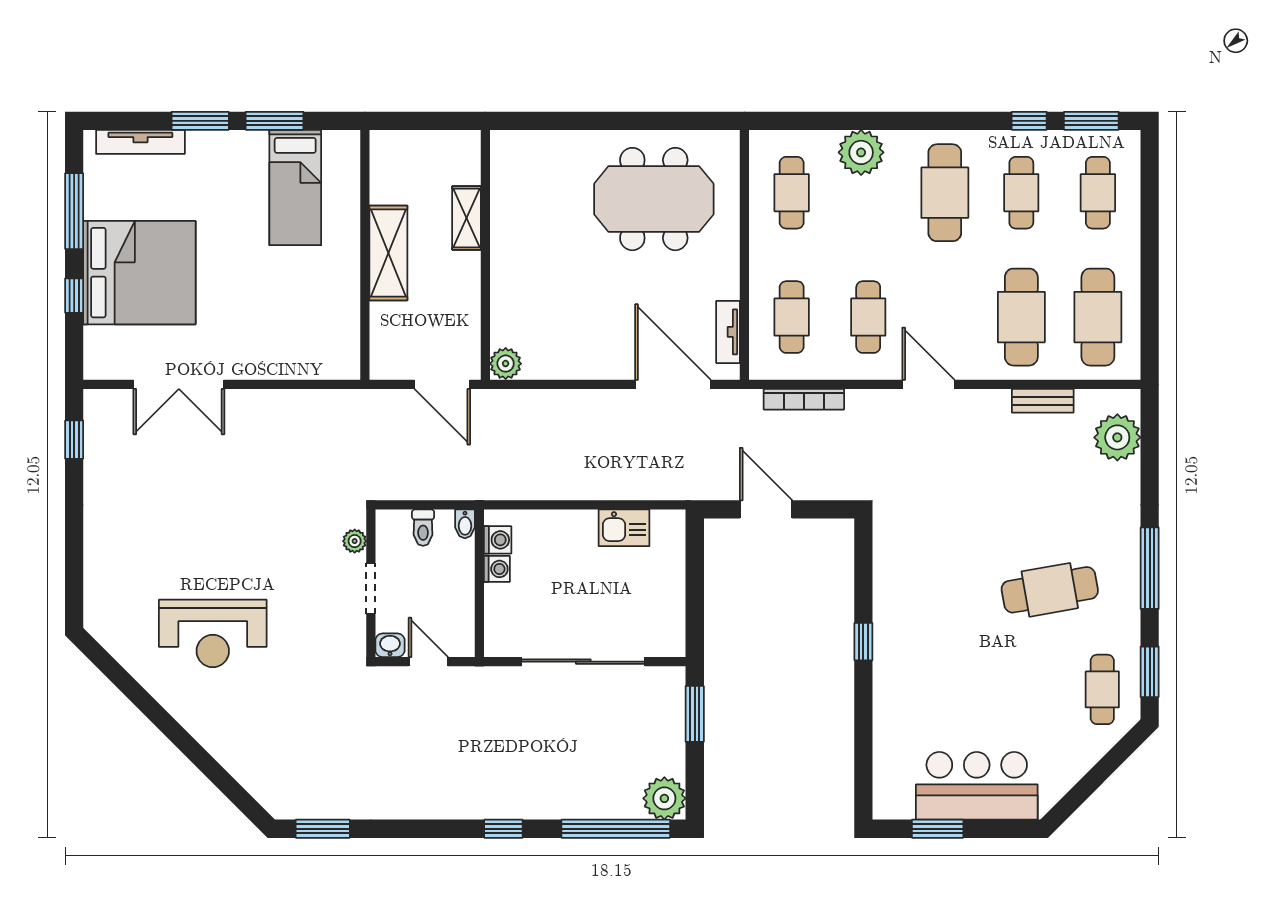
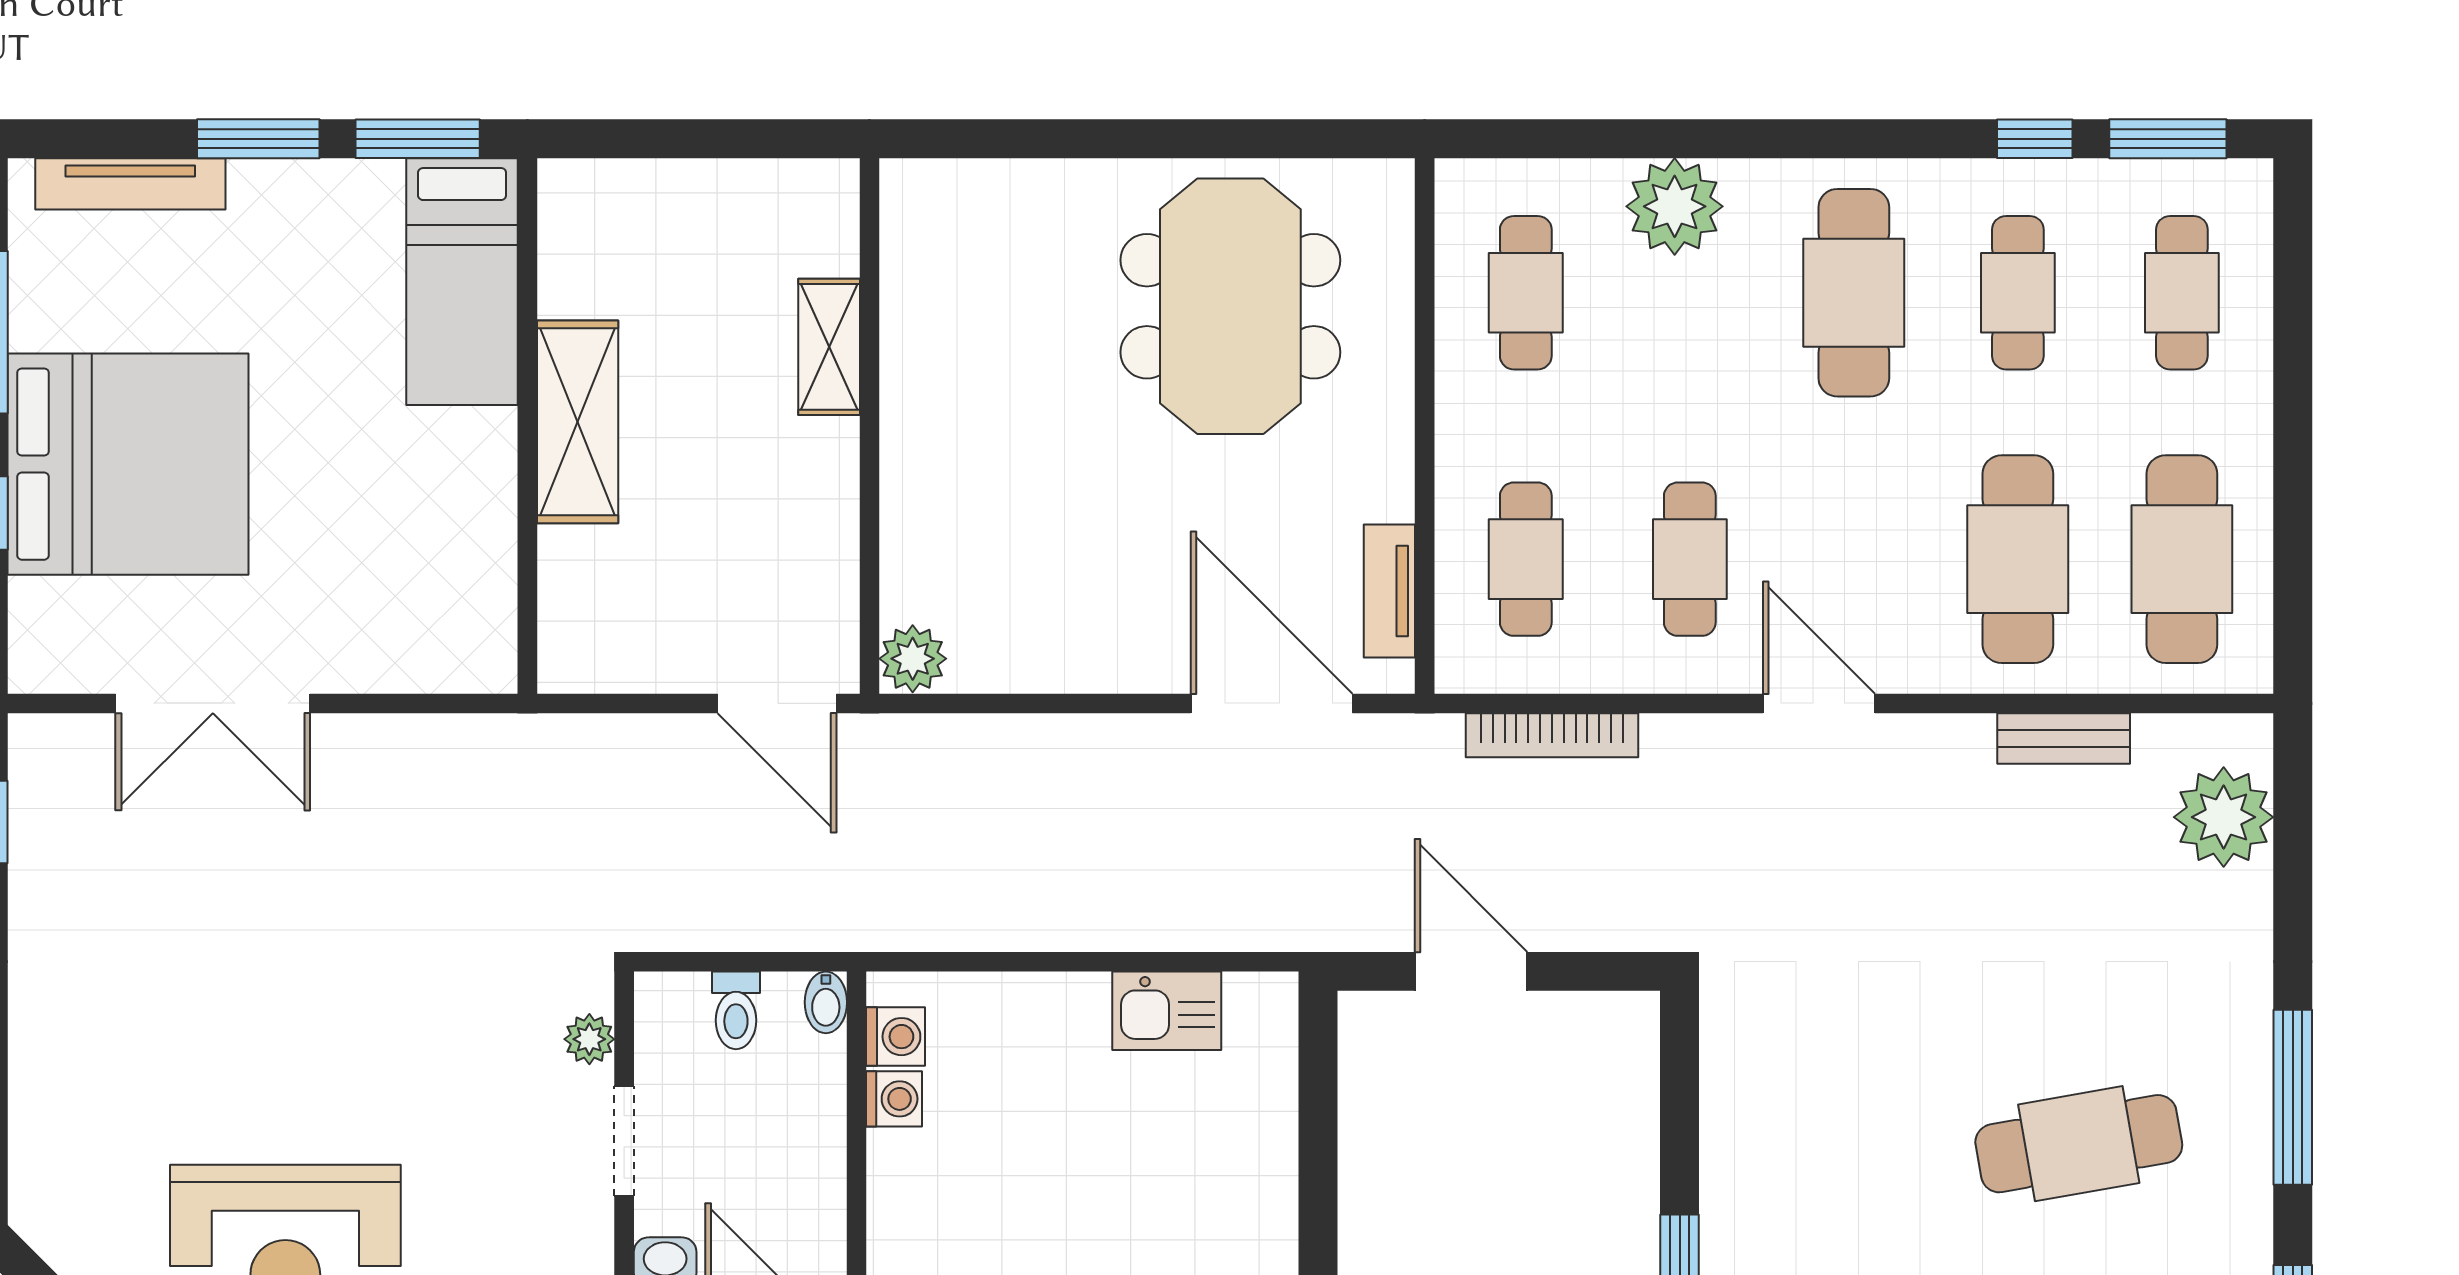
meeting table: (654, 199) -> (1230, 306), turned 90
shelving: (388, 253) -> (578, 422), moved
wall: (365, 255) -> (527, 426), moved

